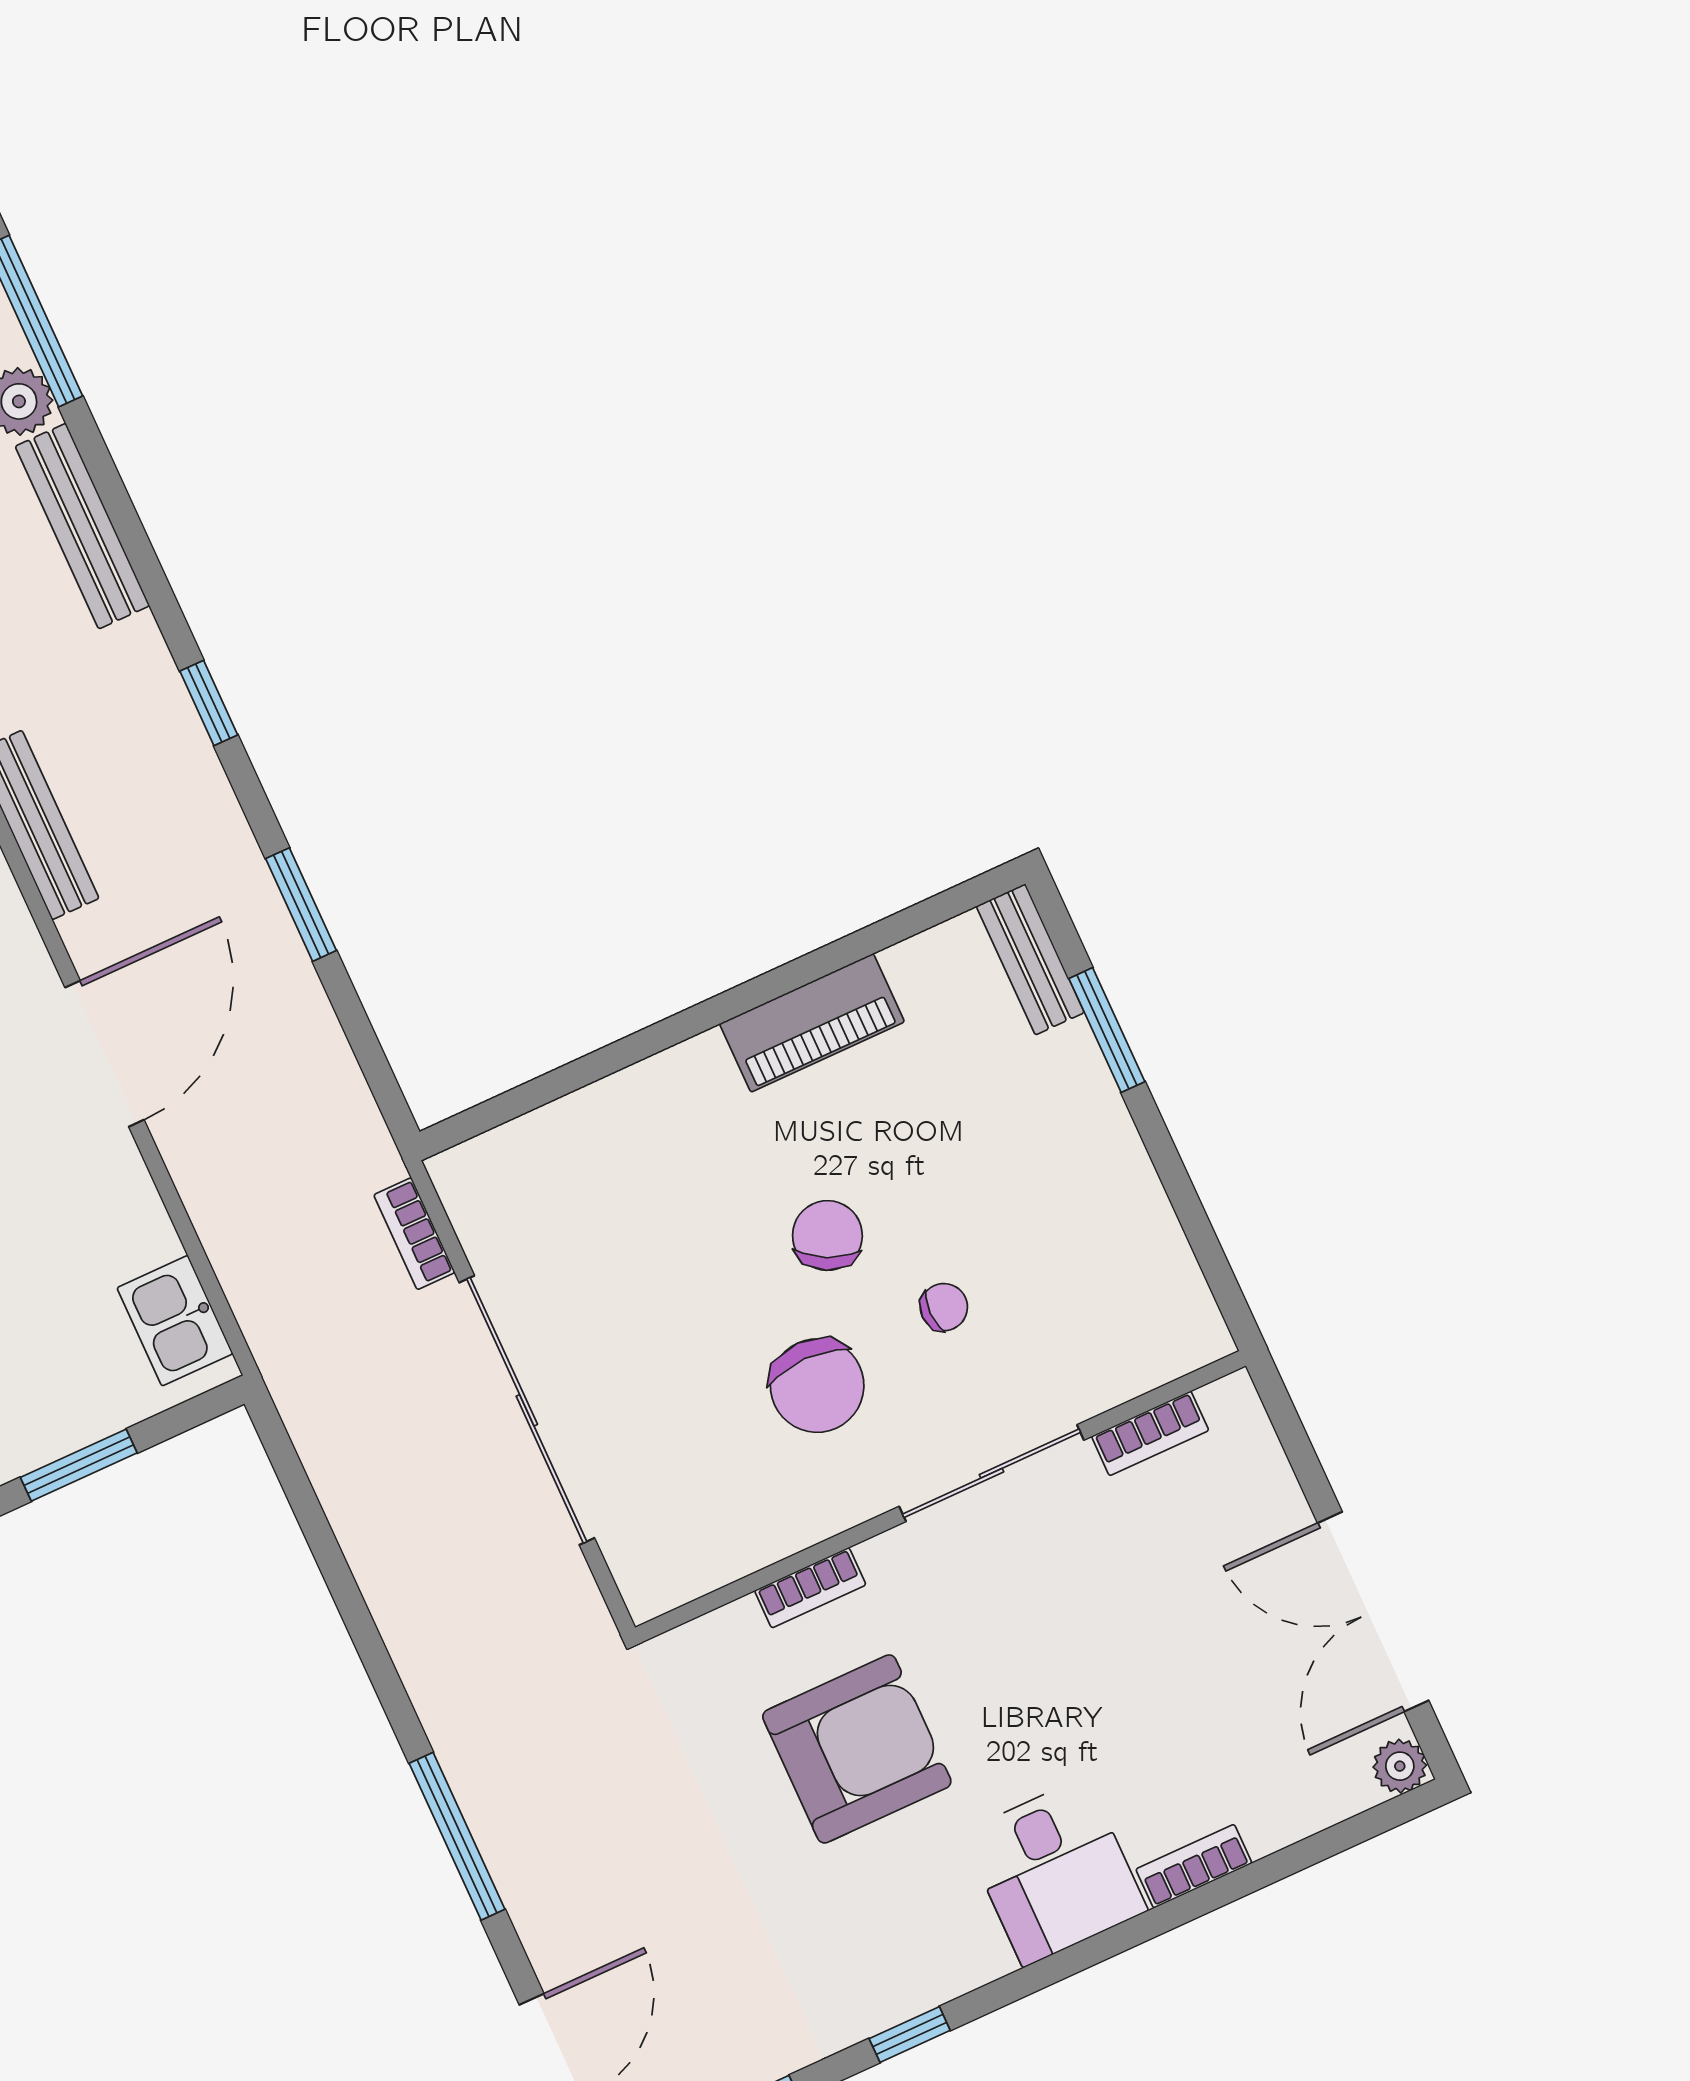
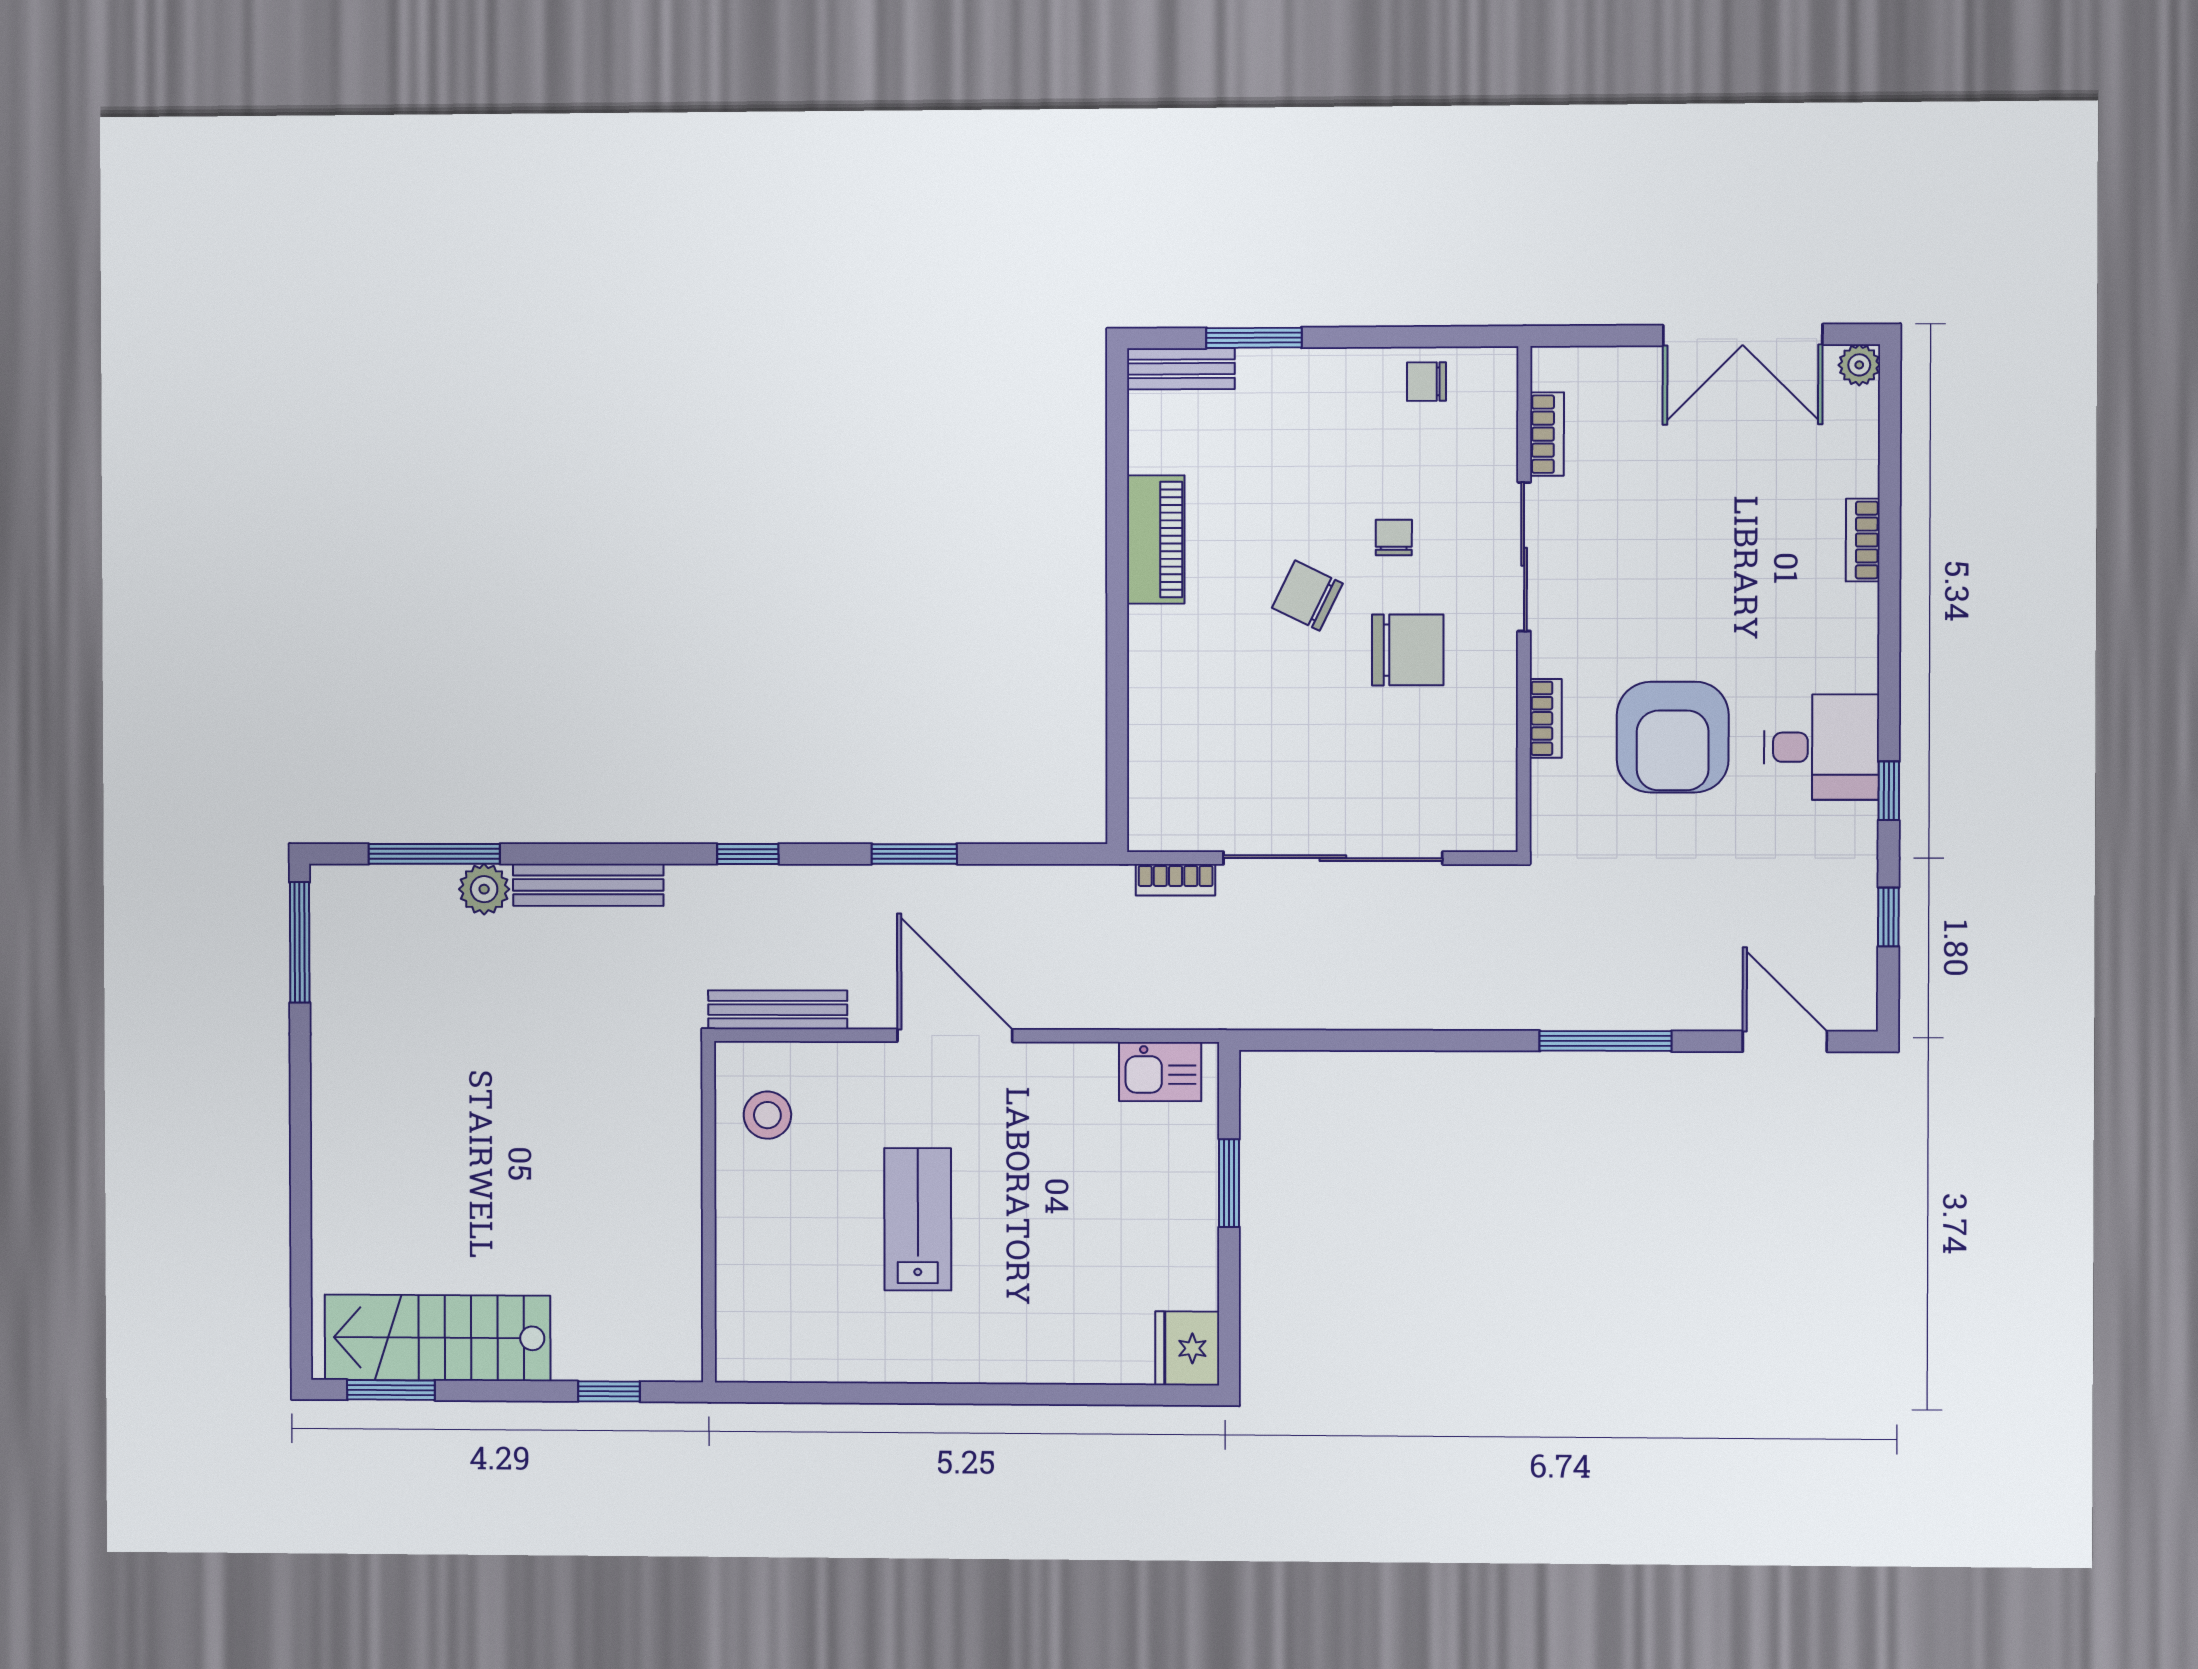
chair: (1148, 1261) -> (1427, 382), added
armchair: (857, 1749) -> (1673, 737), turned 180
desk: (1055, 1872) -> (1821, 747), moved

